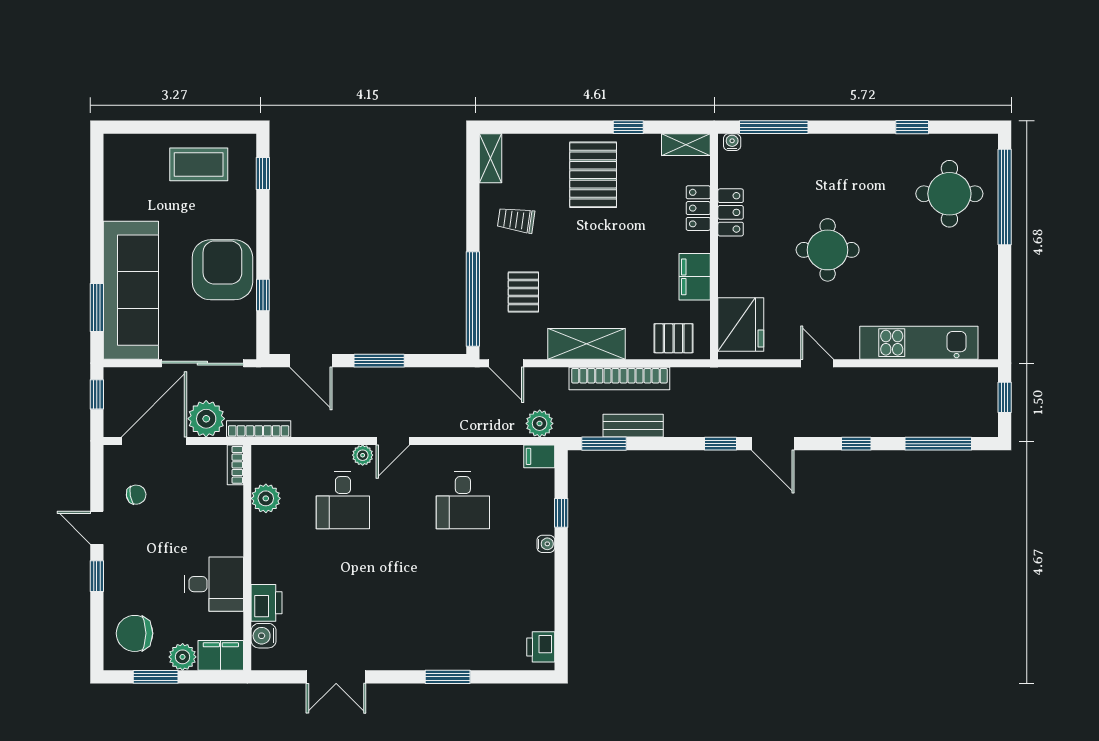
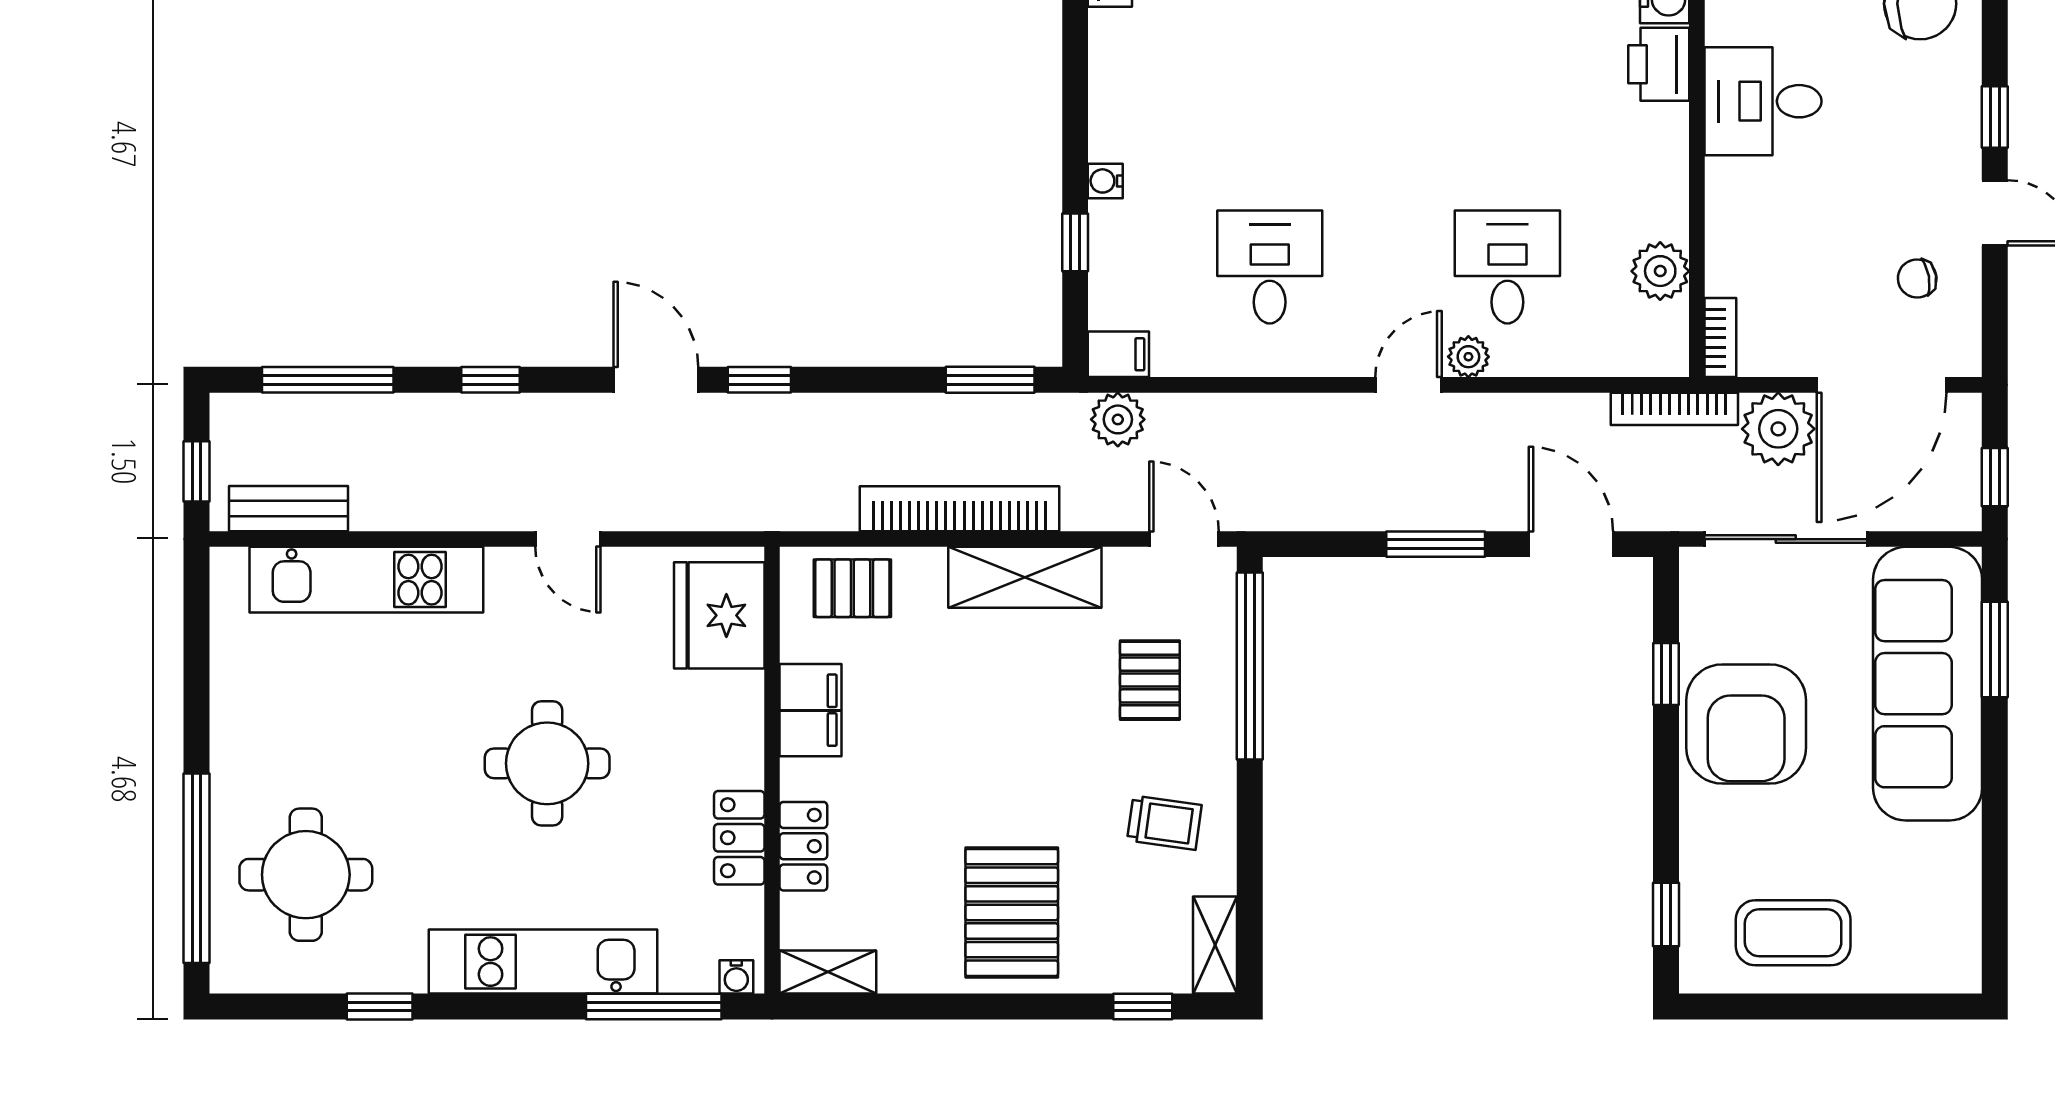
window: (628, 127) -> (1143, 1007), moved
kitchen unit: (830, 150) -> (543, 962), added
bench: (633, 426) -> (288, 509), moved

